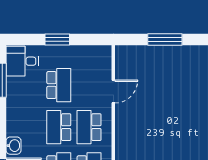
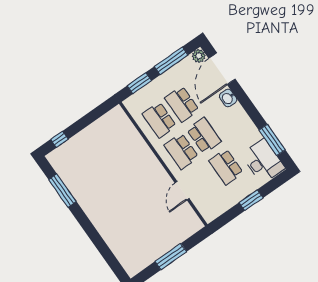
desk: (22, 61) -> (263, 161), width x1.37
school desk: (89, 127) -> (181, 151), turned 180

